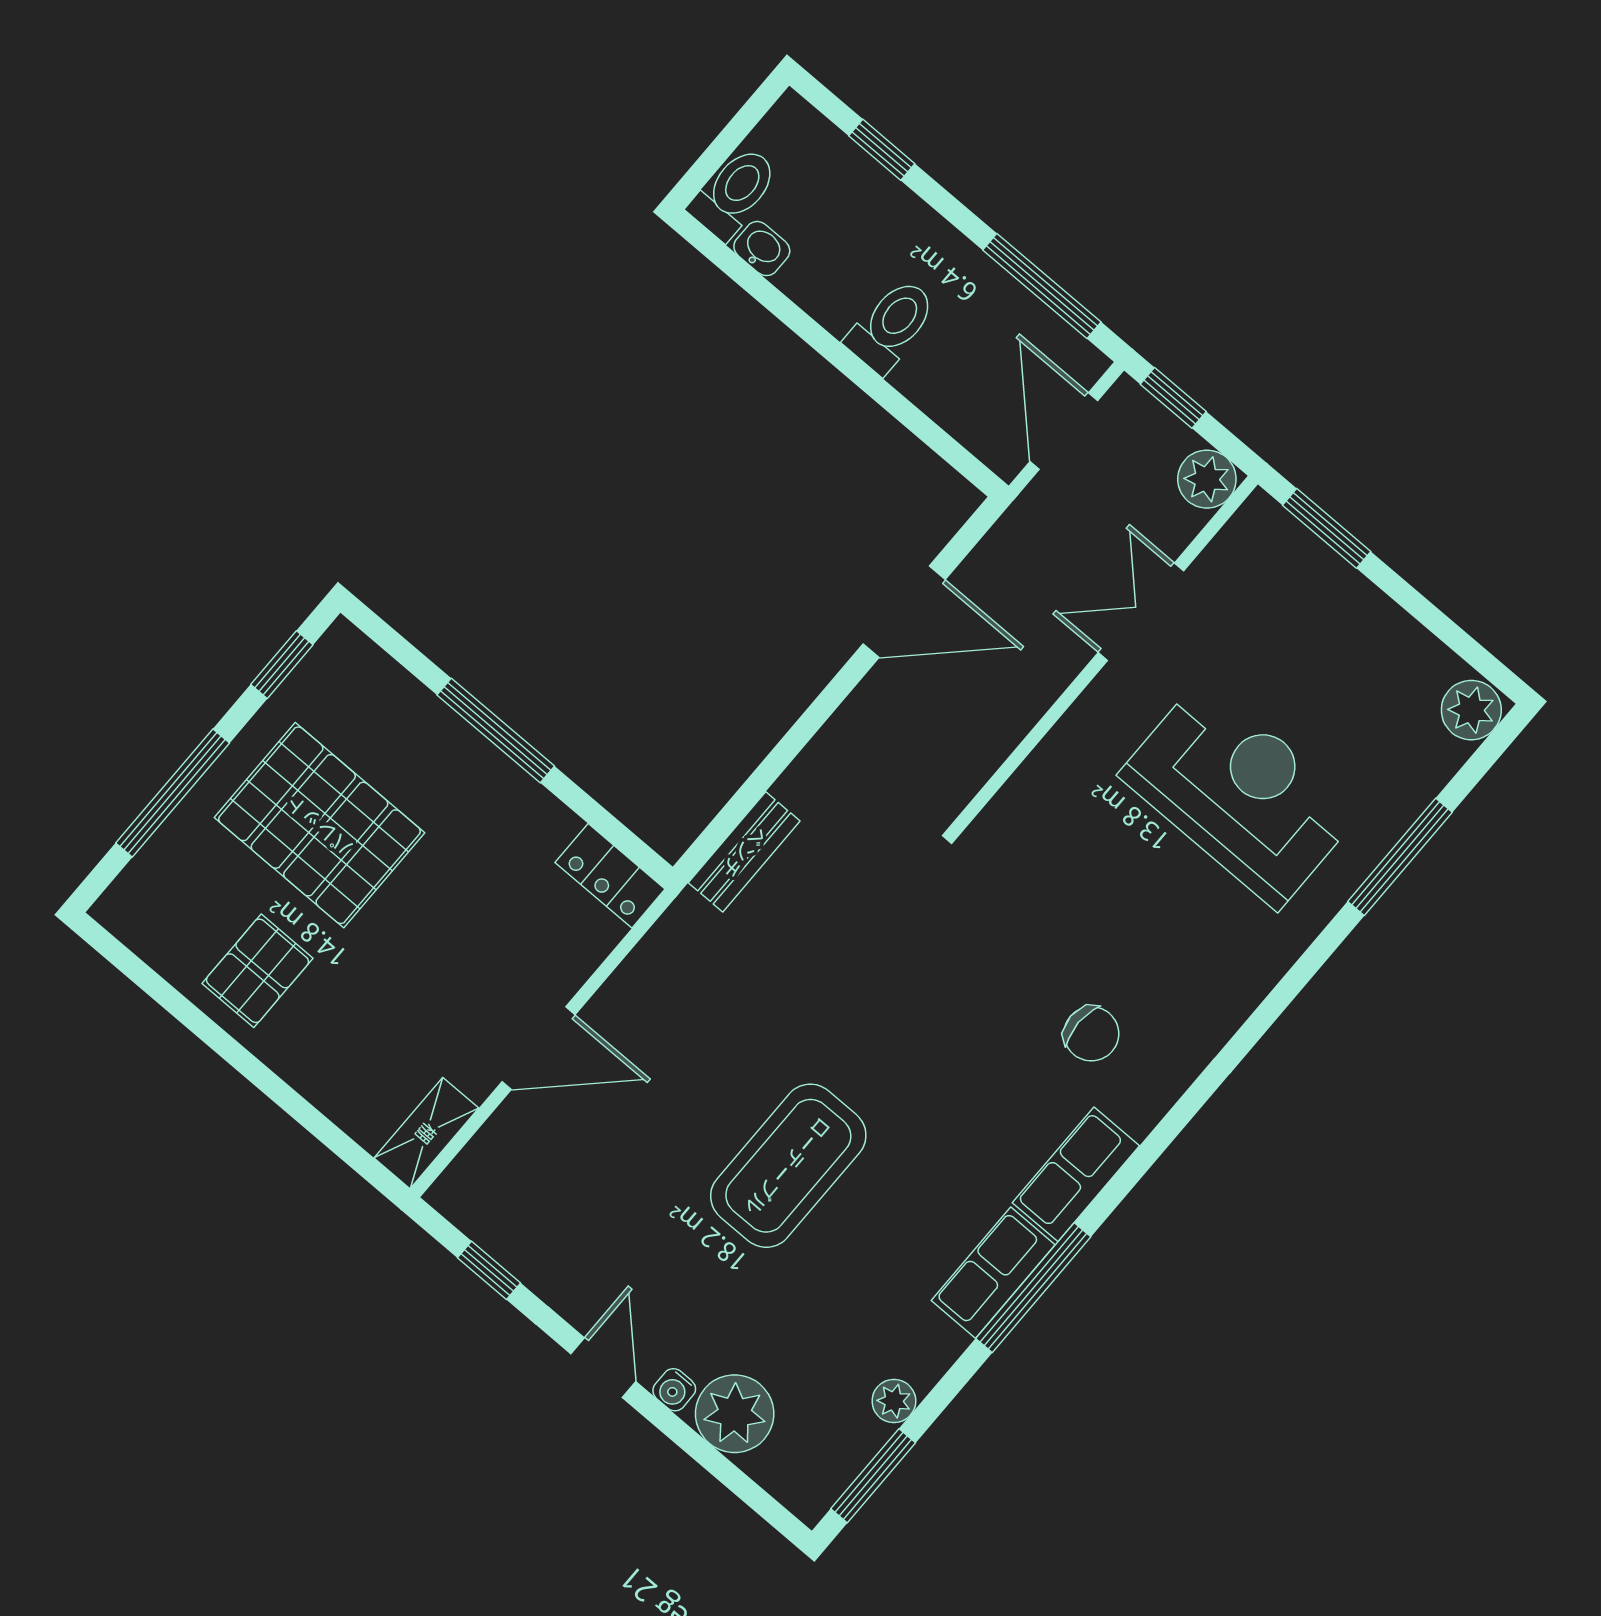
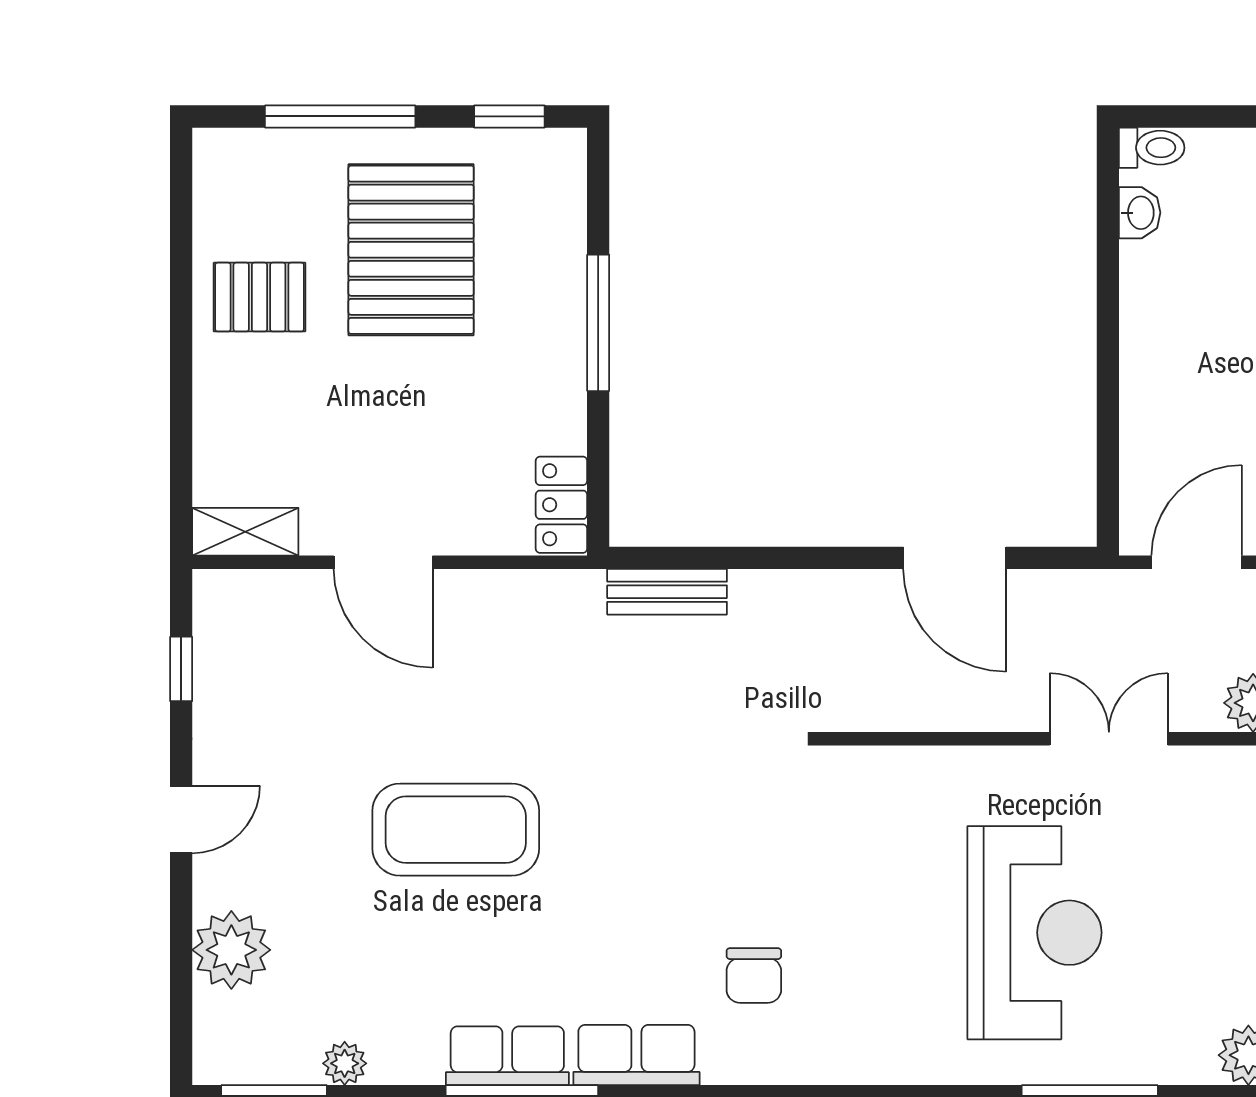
toilet: (734, 193) -> (1152, 148), width x0.73, depth x0.72
toilet: (891, 326) -> (1165, 362), removed
water cooler: (674, 1390) -> (210, 888), removed

